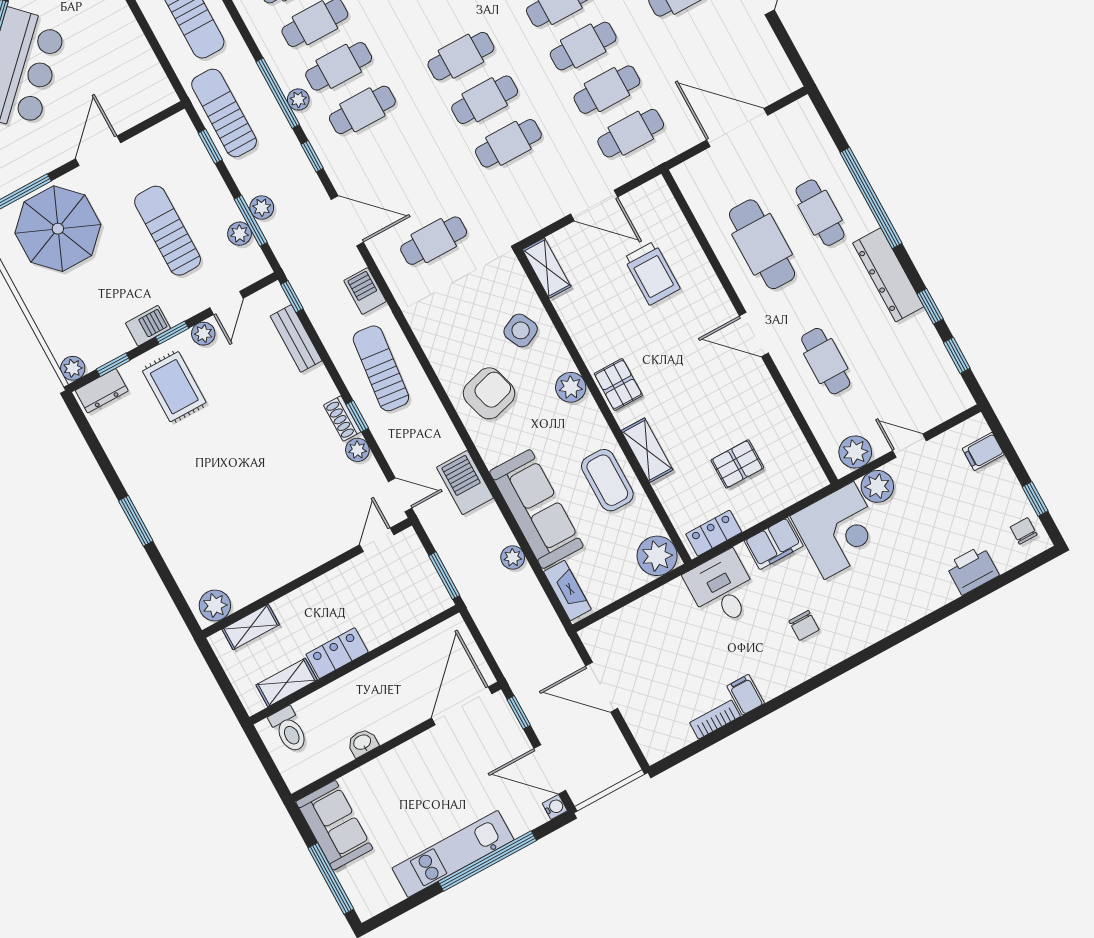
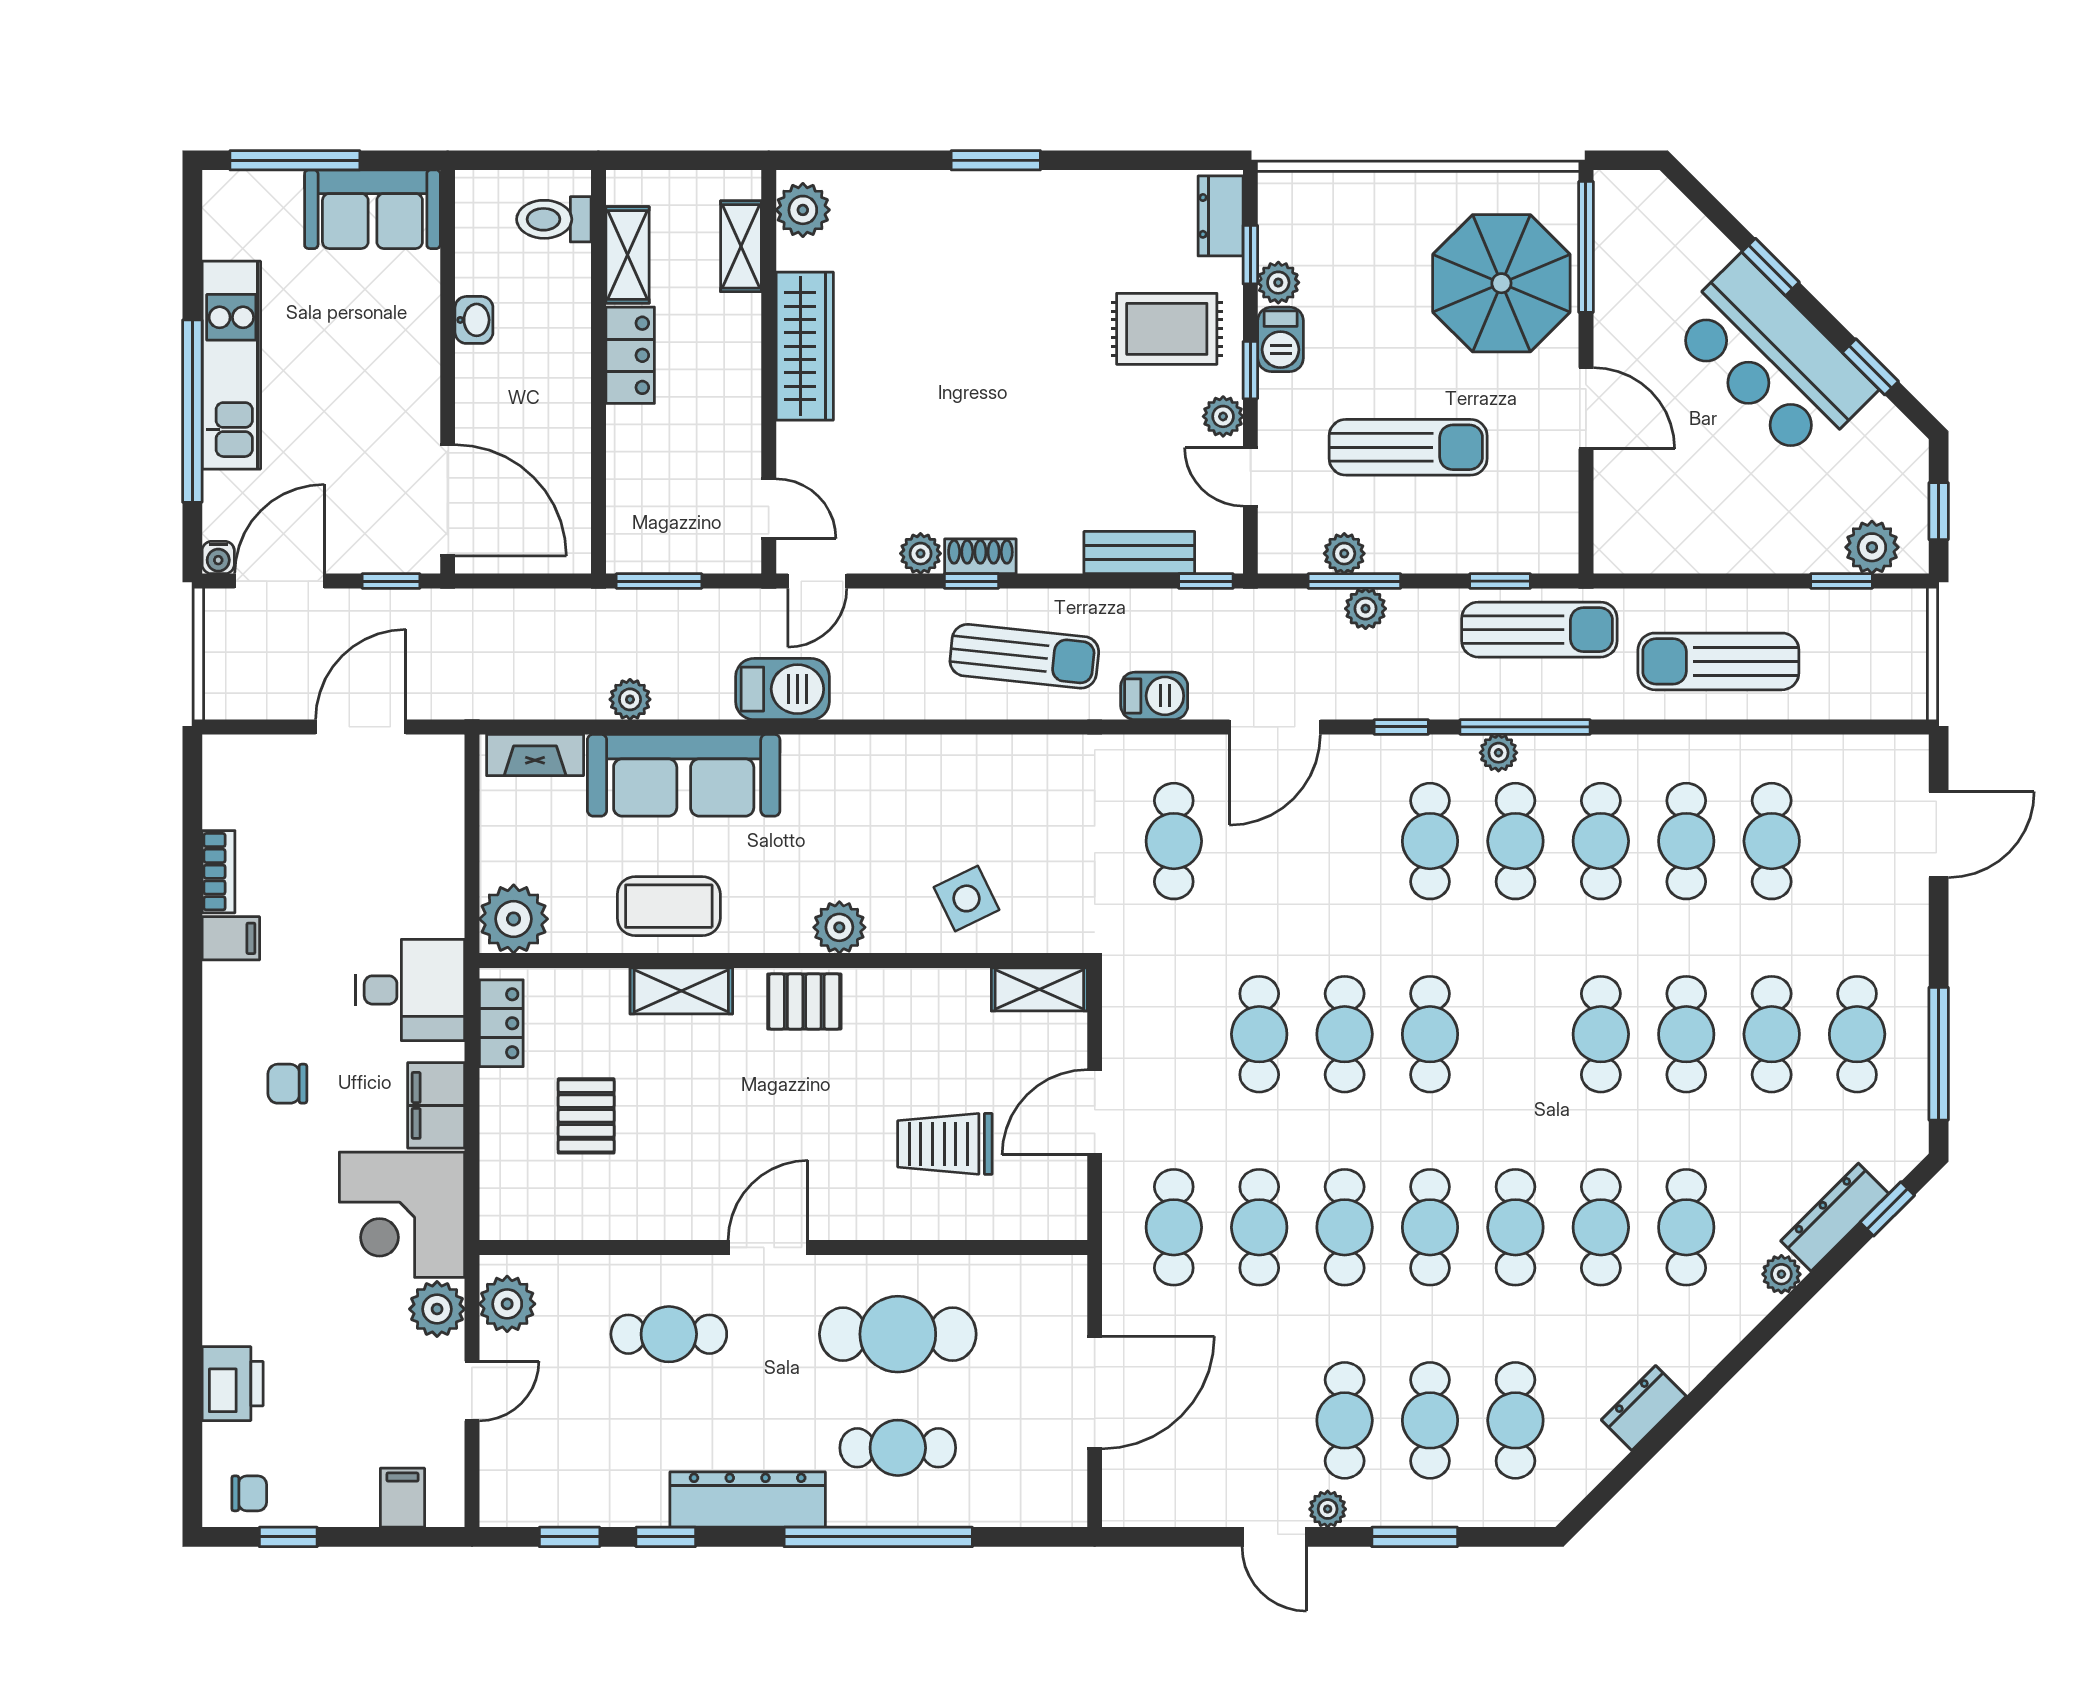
plant: (73, 368) -> (1278, 283), moved
armchair: (489, 393) -> (897, 799), removed
wardrobe: (284, 567) -> (805, 346), added

